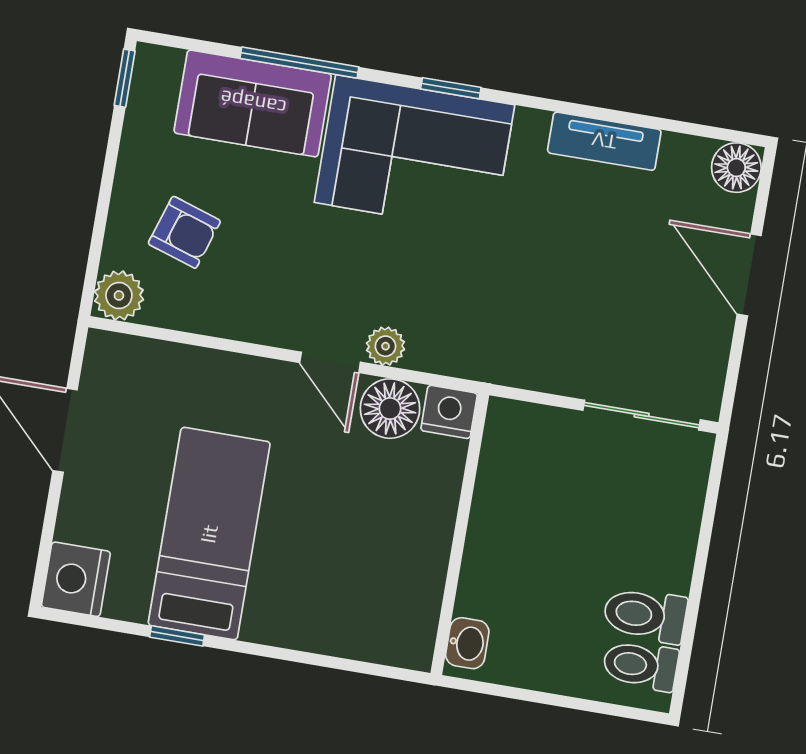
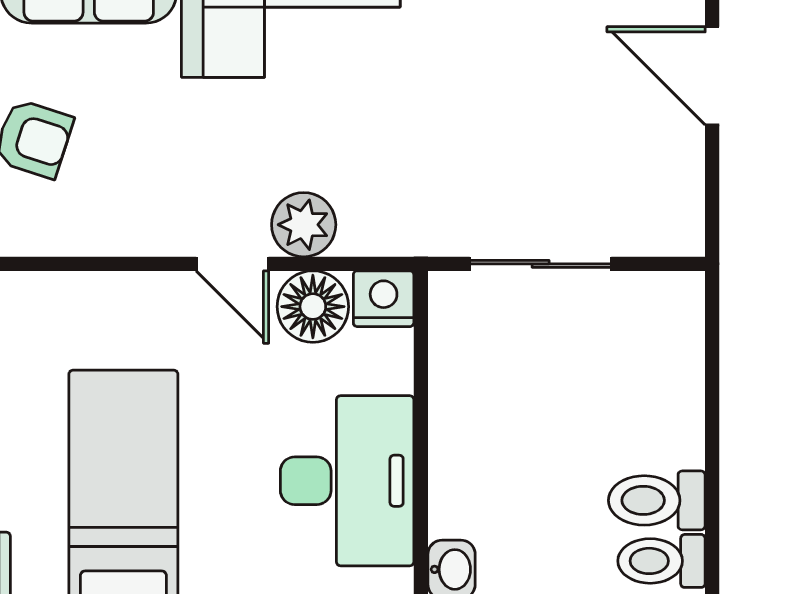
plant: (385, 346) -> (304, 225), width x1.38, depth x1.38
sliding door: (642, 415) -> (541, 264), moved
desk: (394, 556) -> (347, 481), added

